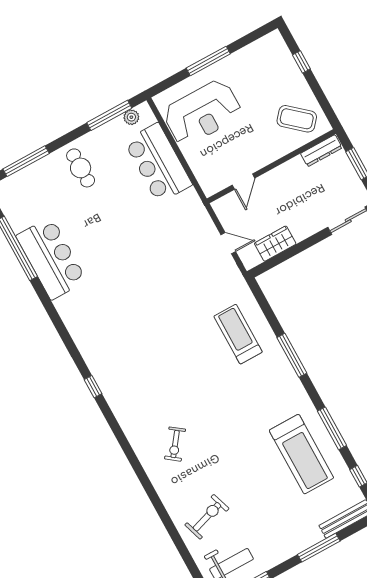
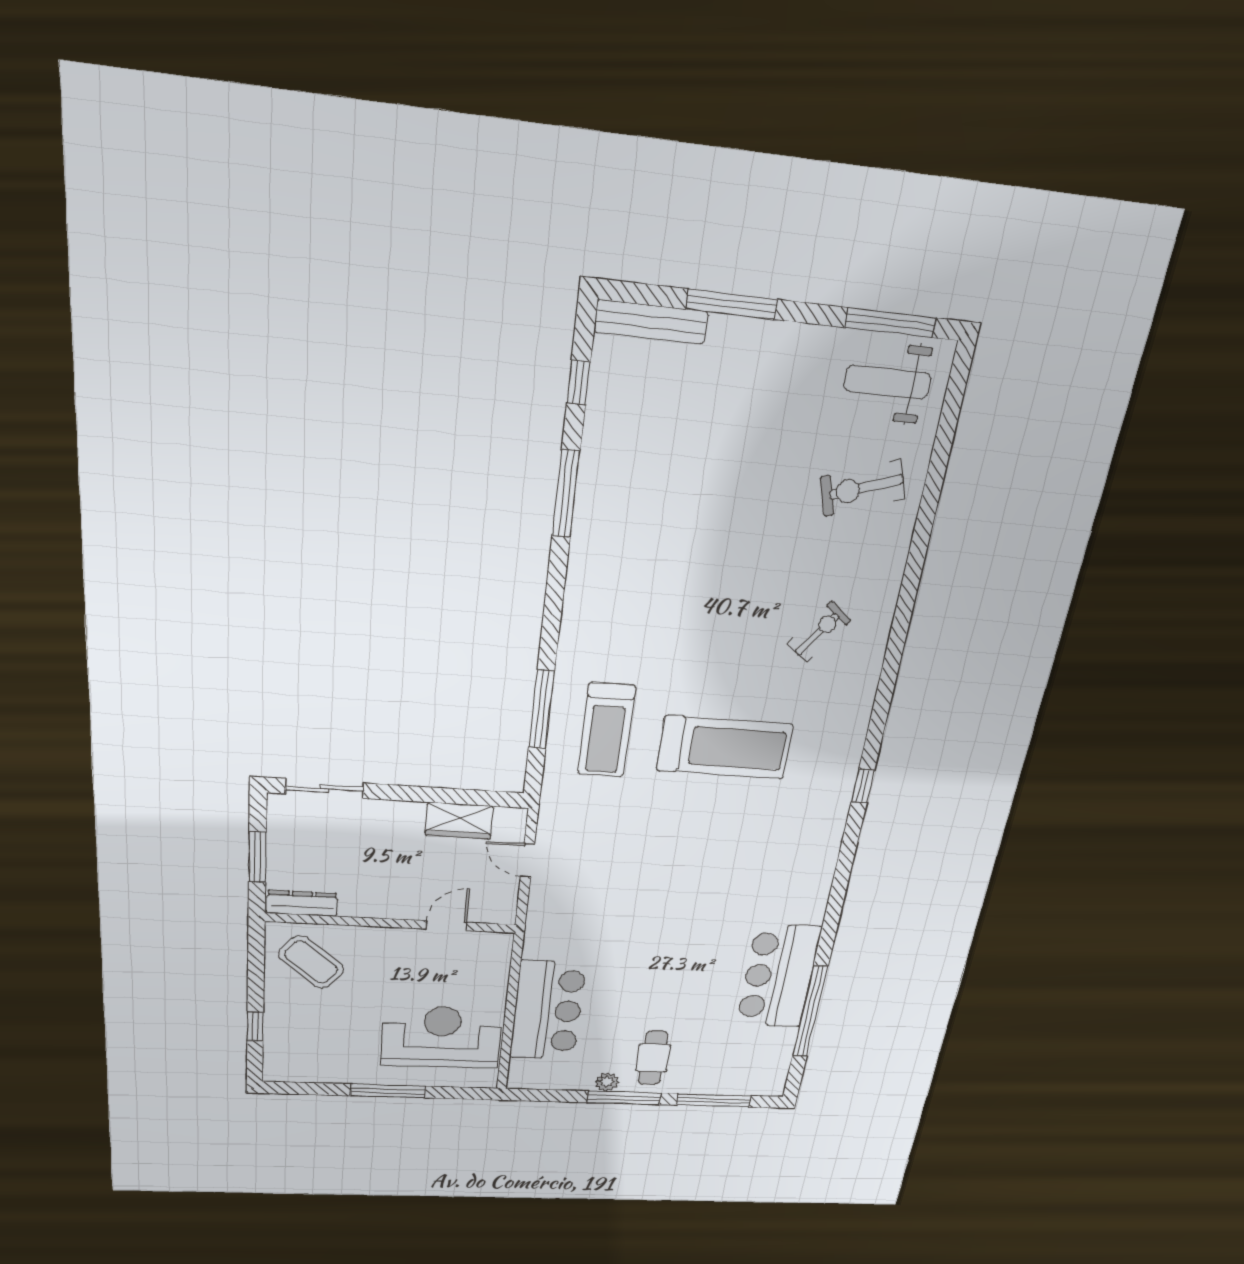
window: (109, 115) -> (624, 1098), moved
plant: (131, 117) -> (607, 1082), moved
window: (292, 355) -> (541, 709), moved
treadmill: (301, 454) -> (725, 747), moved, turned 90

